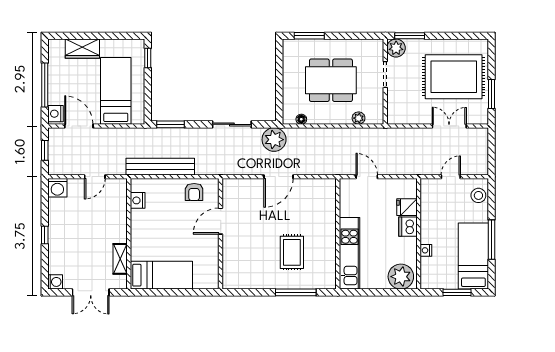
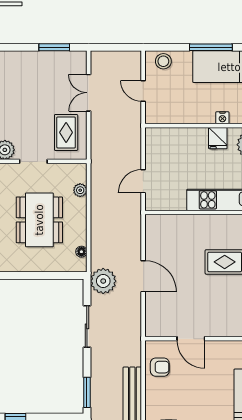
rug: (454, 77) -> (66, 132), moved, width x0.54, depth x0.49
fridge: (407, 207) -> (218, 138), moved
dishwasher: (408, 227) -> (197, 137), removed

